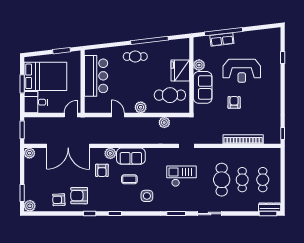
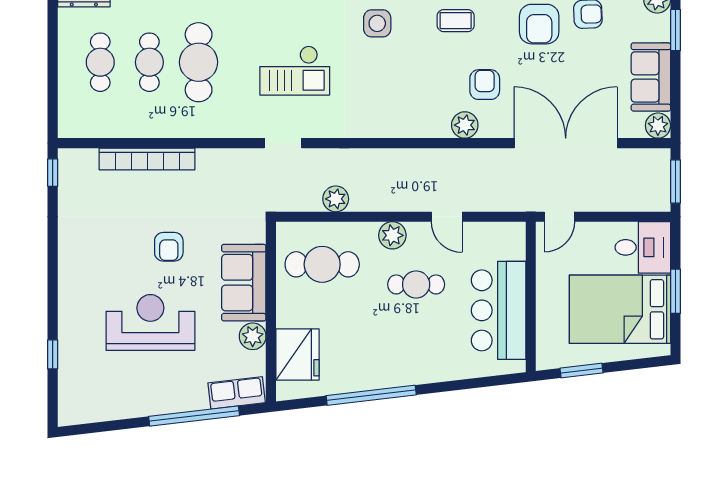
row of seats: (222, 39) -> (237, 393), moved
cafe table: (135, 57) -> (416, 284), moved
fridge: (180, 71) -> (297, 354), moved
sofa: (131, 156) -> (651, 77), moved, turned -90
coffee table: (129, 179) -> (456, 21), moved
armchair: (79, 196) -> (539, 24), turned 90

